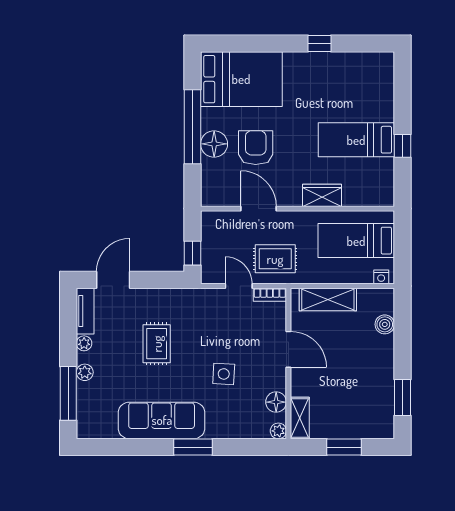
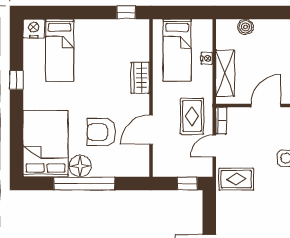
nightstand: (383, 65) -> (34, 29), added
bed: (356, 140) -> (60, 50), moved
floor lamp: (214, 144) -> (80, 166), moved
window: (402, 146) -> (126, 12), moved
nightstand: (381, 277) -> (207, 58), moved
rug: (157, 344) -> (236, 179), moved

